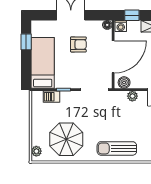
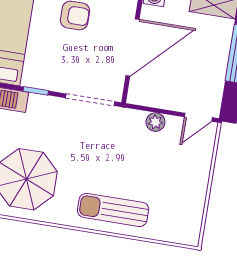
boiler: (124, 83) -> (145, 96), removed

